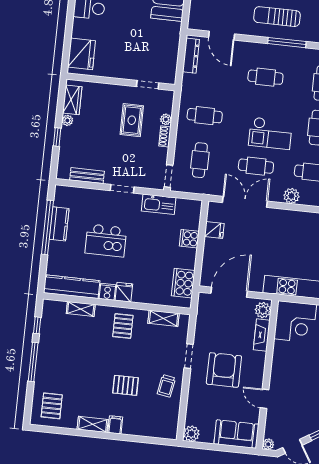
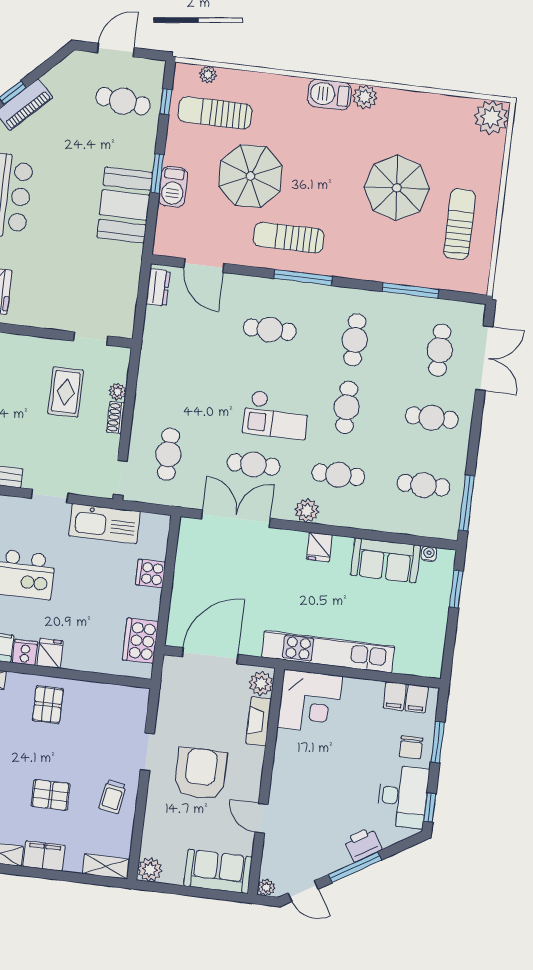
dresser: (191, 56) -> (158, 287), width x0.70
cafe table: (205, 116) -> (177, 387), removed
kitchen sink: (159, 204) -> (104, 524), width x1.36, depth x1.24
fridge: (214, 230) -> (319, 547), moved, turned 90
shelving: (164, 318) -> (106, 866), moved
filing cabinet: (115, 425) -> (44, 856), width x2.00

